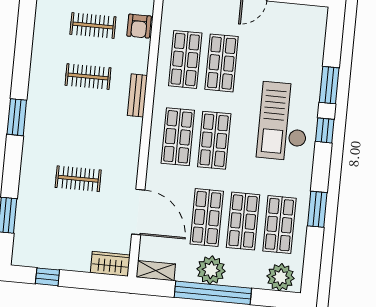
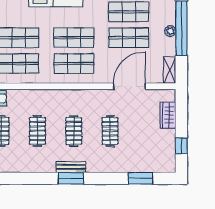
bench: (137, 95) -> (71, 167), moved
clothes rail: (83, 128) -> (74, 131), added
wardrobe: (110, 264) -> (168, 115), moved
plant: (211, 270) -> (170, 31), width x0.53, depth x0.53

